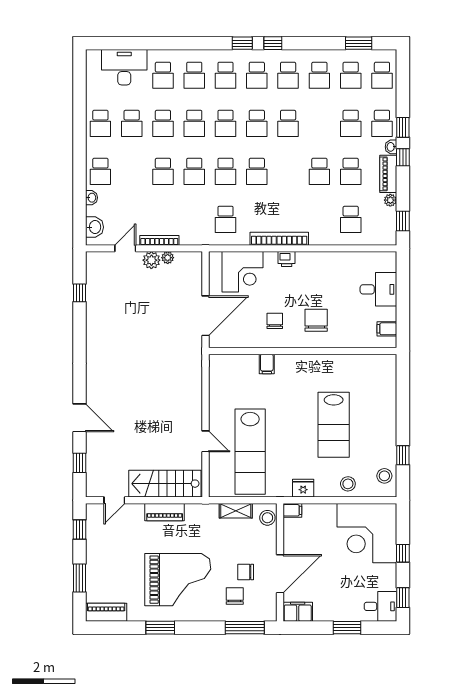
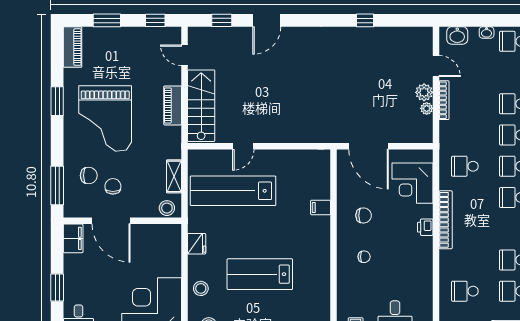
window: (79, 293) -> (365, 20), moved
chair: (316, 320) -> (364, 257), width x0.54, depth x0.54
filing cabinet: (292, 510) -> (174, 233), removed

